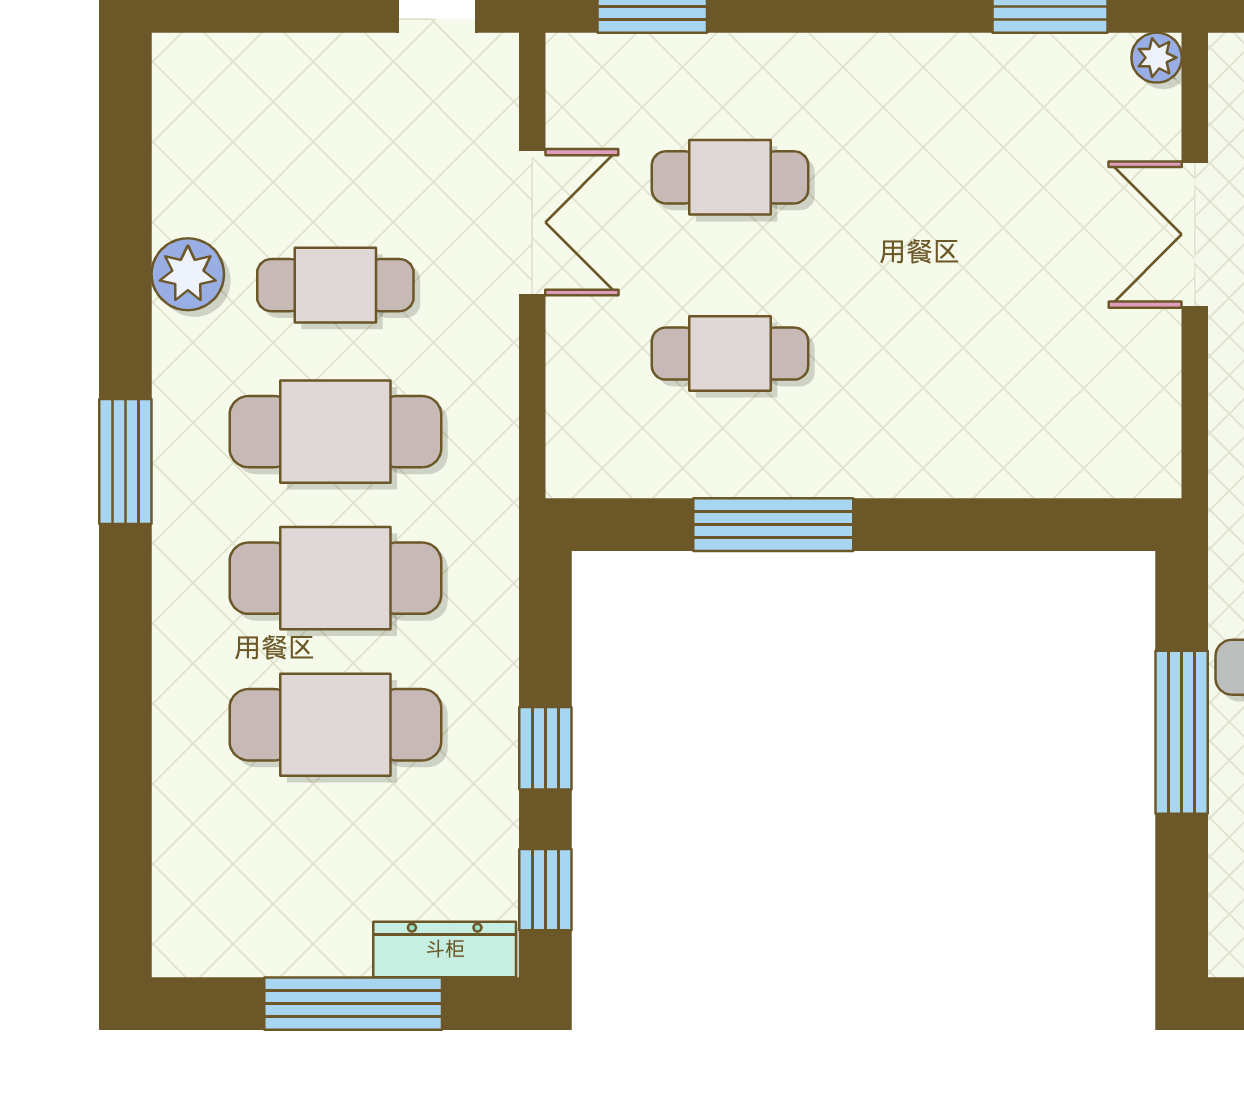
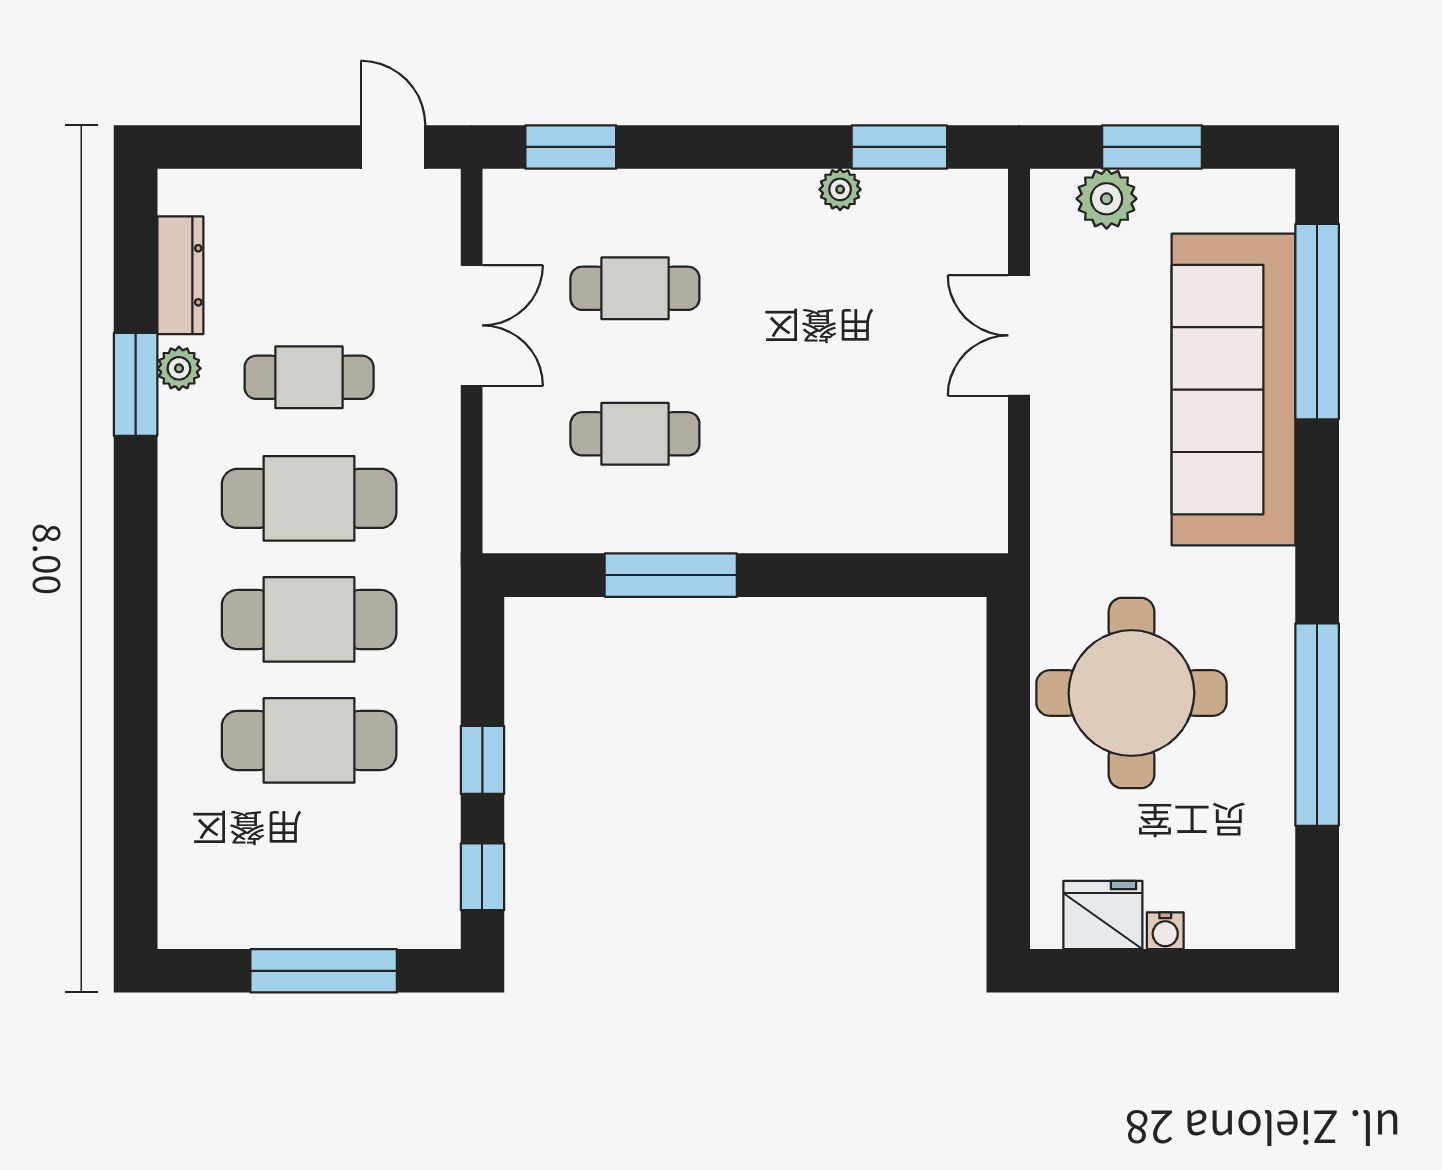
plant: (1157, 58) -> (840, 189), moved
plant: (188, 274) -> (179, 368), width x0.73, depth x0.73
window: (125, 462) -> (136, 384), moved
window: (1182, 732) -> (1008, 747), removed
dresser: (445, 949) -> (180, 275), moved, turned 90

